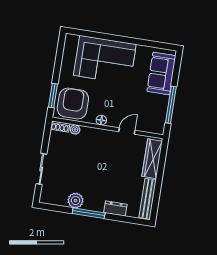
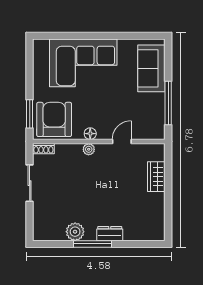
plant: (75, 129) -> (89, 149), moved
wardrobe: (152, 159) -> (156, 177), width x0.67
sliding door: (41, 169) -> (30, 183), moved
bench: (148, 199) -> (158, 216), removed
dresser: (115, 208) -> (110, 234), moved

